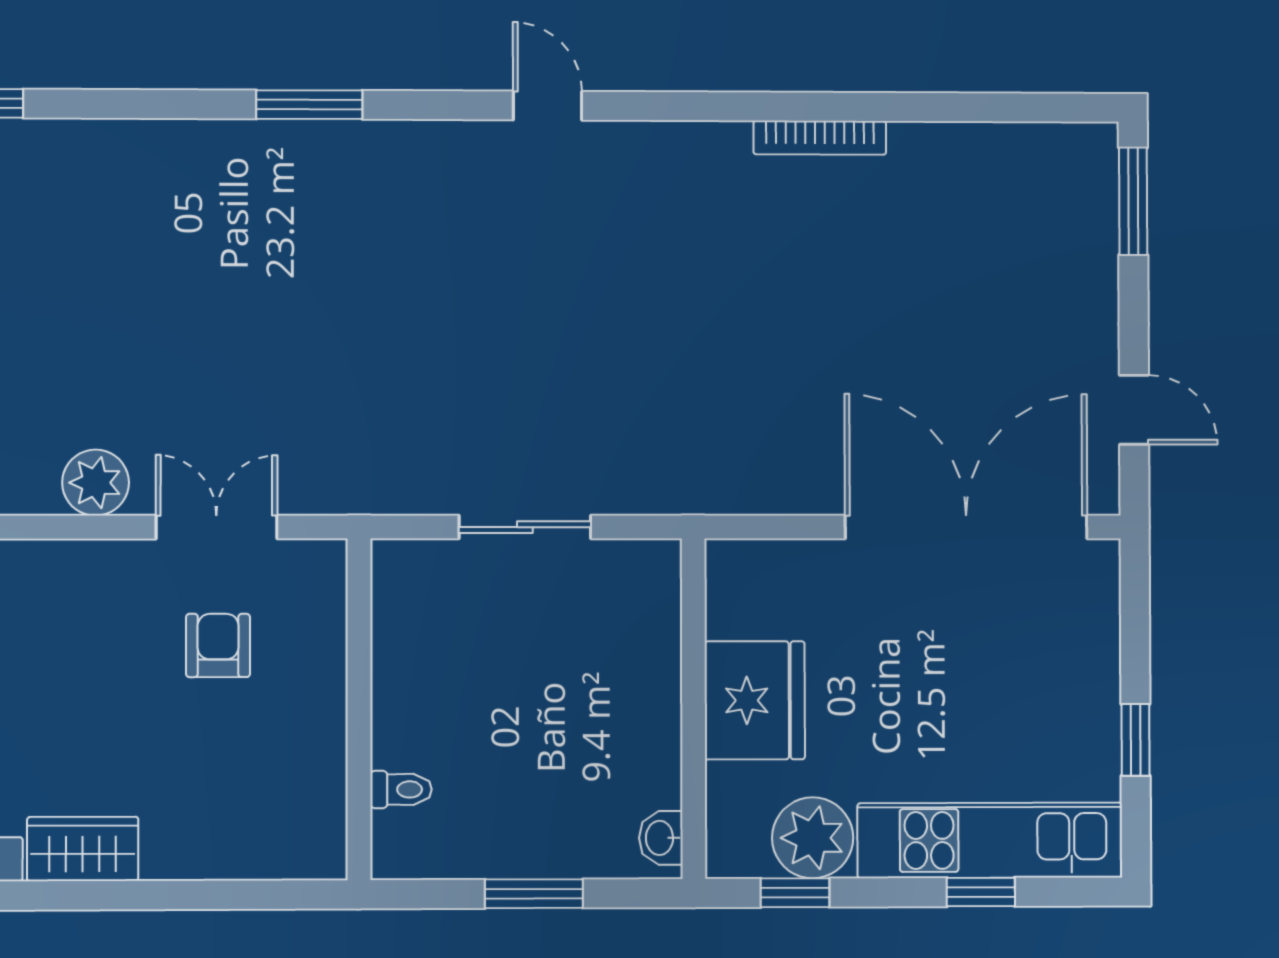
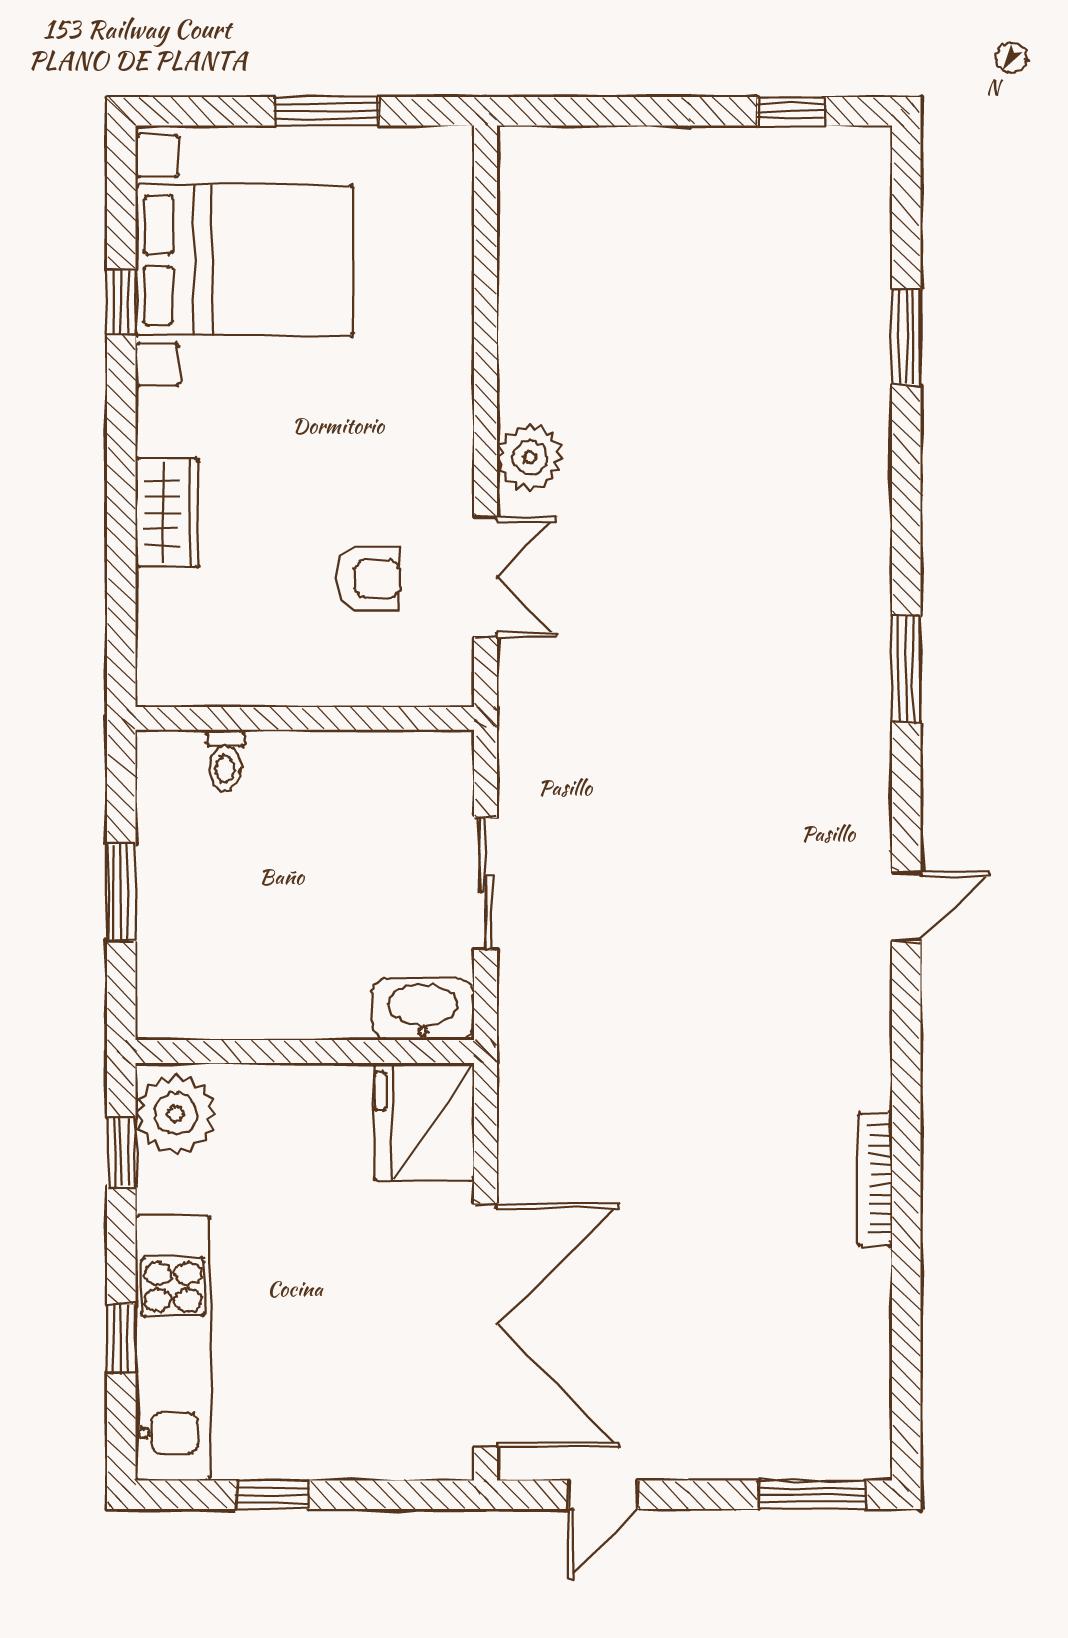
fridge: (755, 700) -> (424, 1122), moved, turned 90
washbasin: (661, 838) -> (423, 1009), moved, width x1.91, depth x1.45
plant: (813, 838) -> (176, 1114), moved
wardrobe: (83, 849) -> (167, 513), moved

